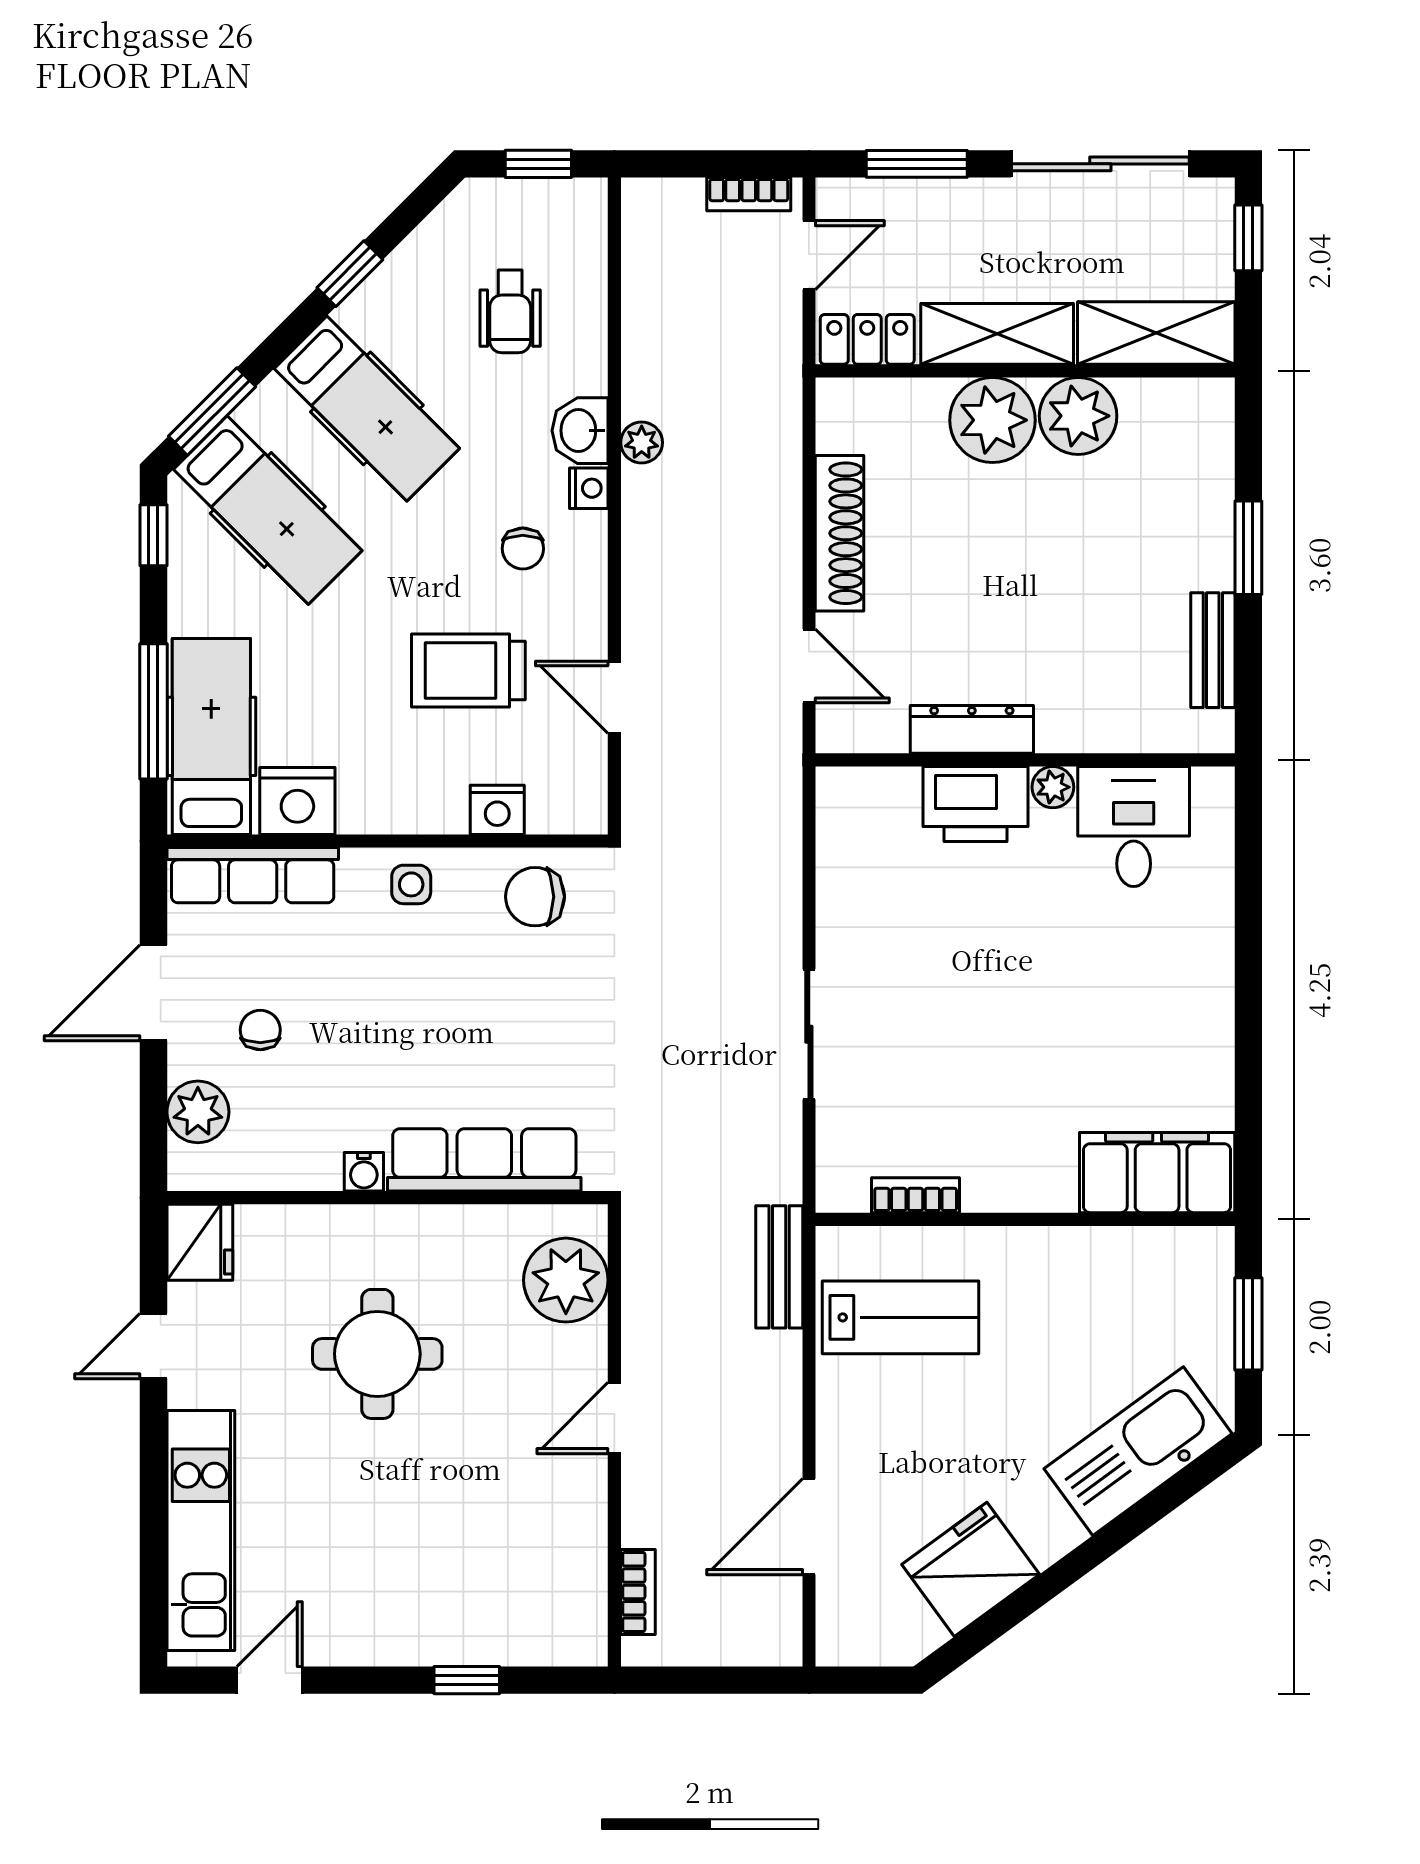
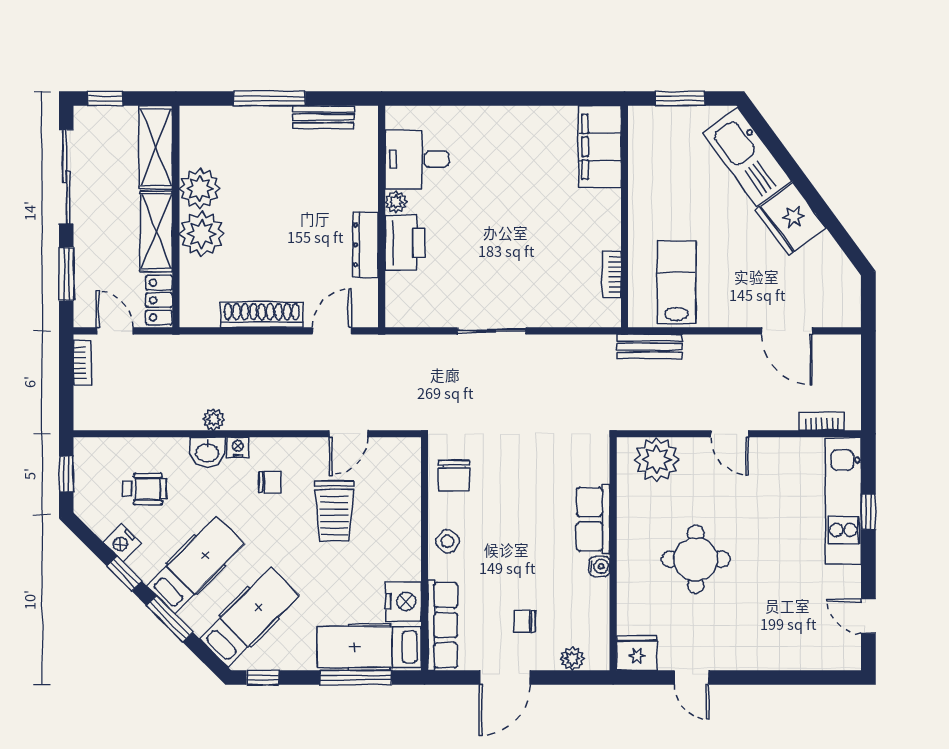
window: (212, 411) -> (170, 619), moved
window: (1248, 548) -> (269, 99), width x1.44
nightstand: (497, 810) -> (122, 543), moved, turned 135
side table: (411, 884) -> (447, 541), turned 38
door: (153, 993) -> (505, 678), hinge flipped
sliding door: (809, 1034) -> (492, 331), moved
plant: (198, 1112) -> (572, 659), width x0.73, depth x0.73
row of seats: (484, 1160) -> (593, 519), width x0.68
kitchen unit: (201, 1530) -> (843, 501), moved, turned -90
fridge: (971, 1569) -> (791, 219), moved

